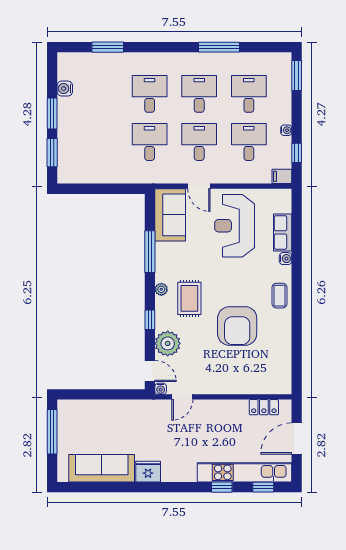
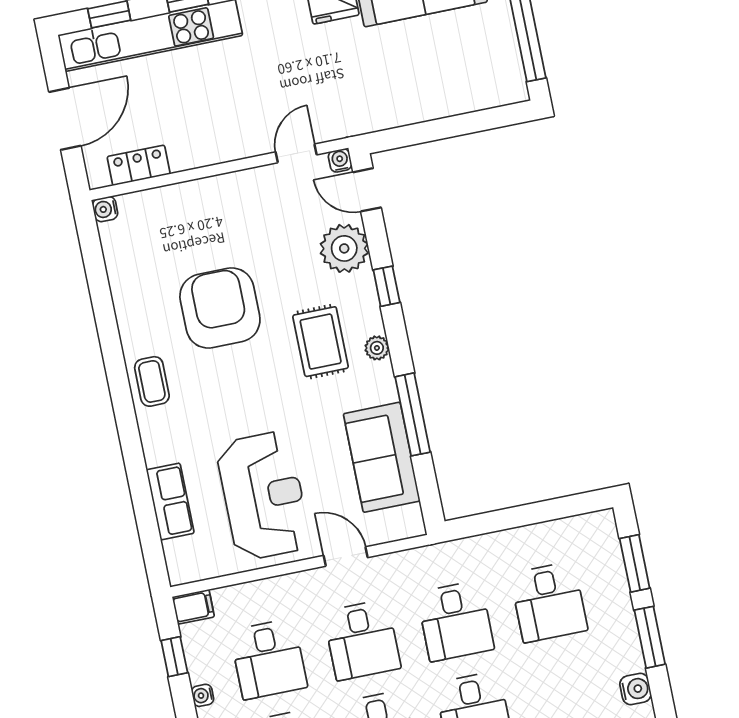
desk: (100, 142) -> (549, 602), added
sofa: (170, 215) -> (382, 457), moved
water cooler: (285, 259) -> (105, 209), moved

